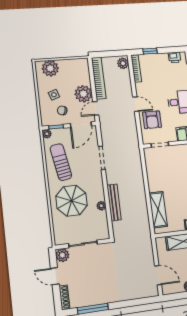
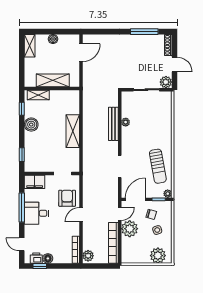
window: (150, 51) -> (40, 266), moved
floor lamp: (163, 58) -> (48, 258), added
door: (136, 104) -> (81, 215), hinge flipped
parasol: (72, 201) -> (152, 130), removed
shelving: (158, 210) -> (73, 131), moved
door: (158, 275) -> (81, 53), swing flipped

